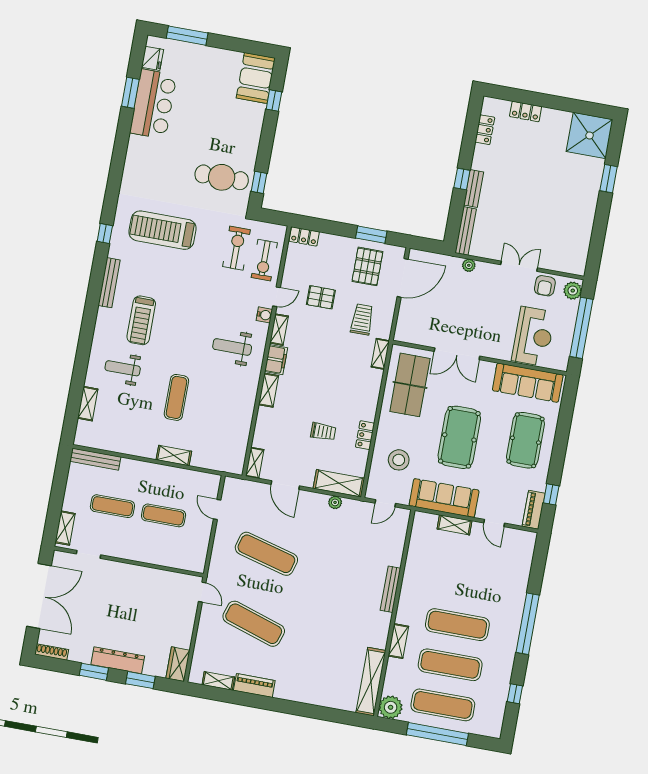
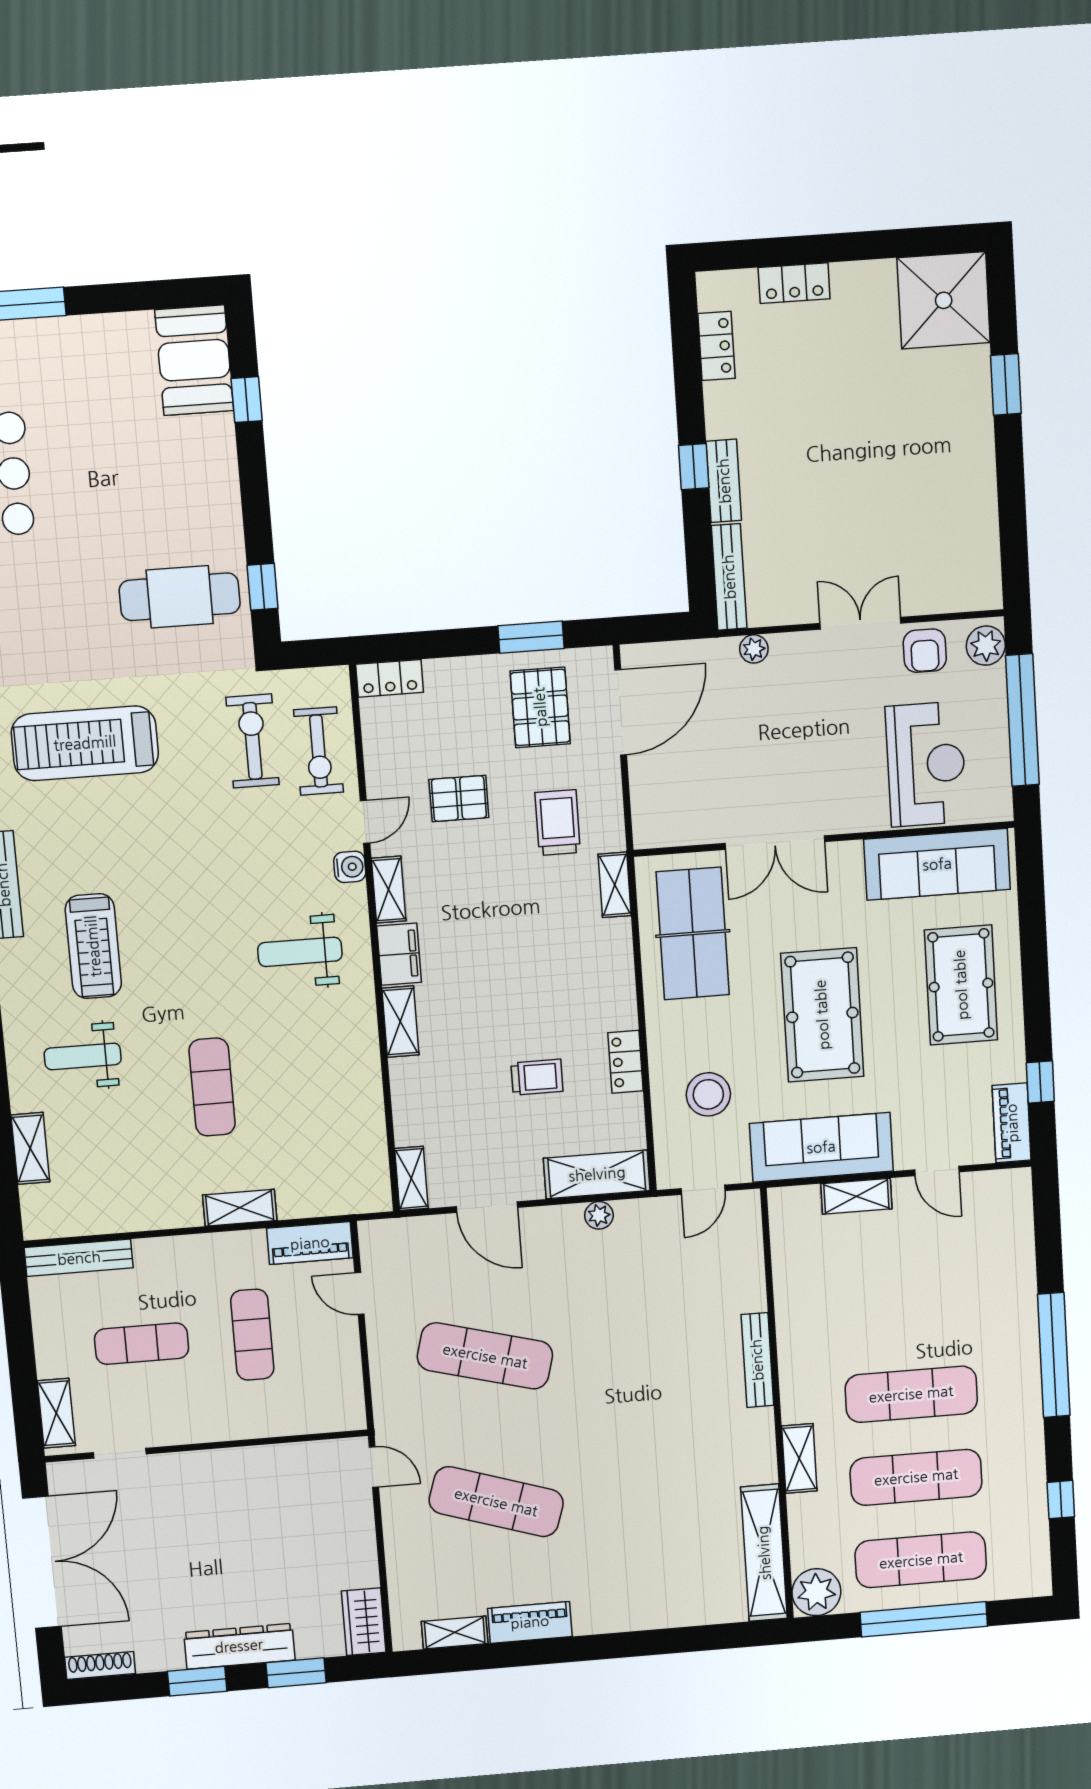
piano: (201, 480) -> (310, 1243), added
exercise mat: (164, 515) -> (252, 1335), turned 90

